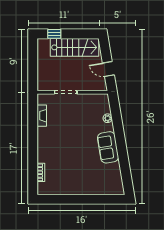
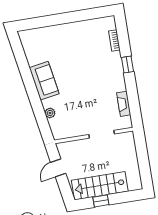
window: (54, 34) -> (101, 201), moved
door: (108, 69) -> (58, 168), swing flipped
window: (33, 150) -> (128, 65), added

